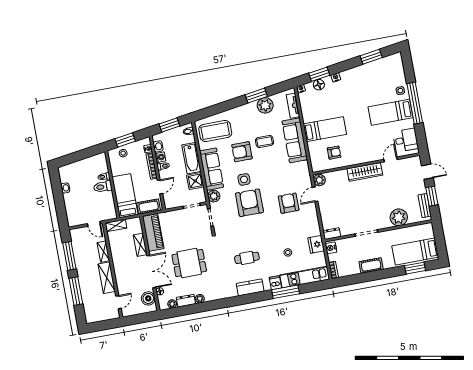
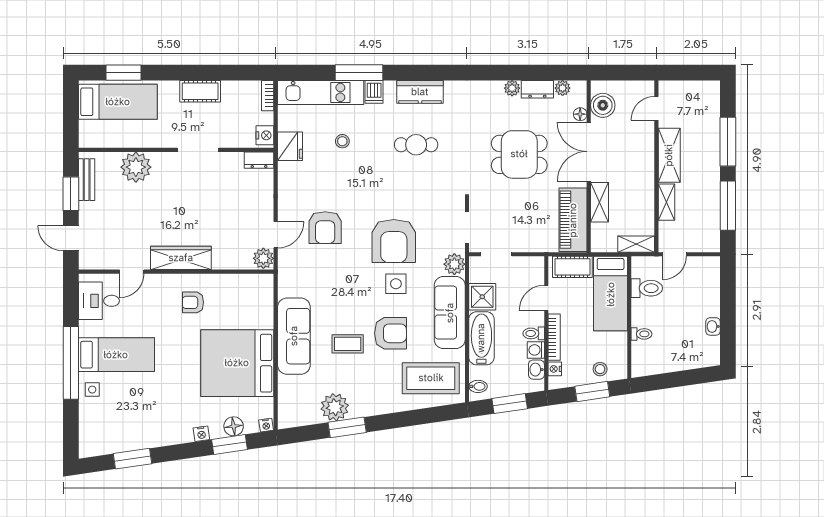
tv unit: (293, 106) -> (286, 398), removed
bed: (325, 129) -> (237, 363), width x2.04
armchair: (334, 153) -> (193, 302), moved
toilet: (103, 187) -> (647, 288), moved
door: (94, 224) -> (674, 254), swing flipped

